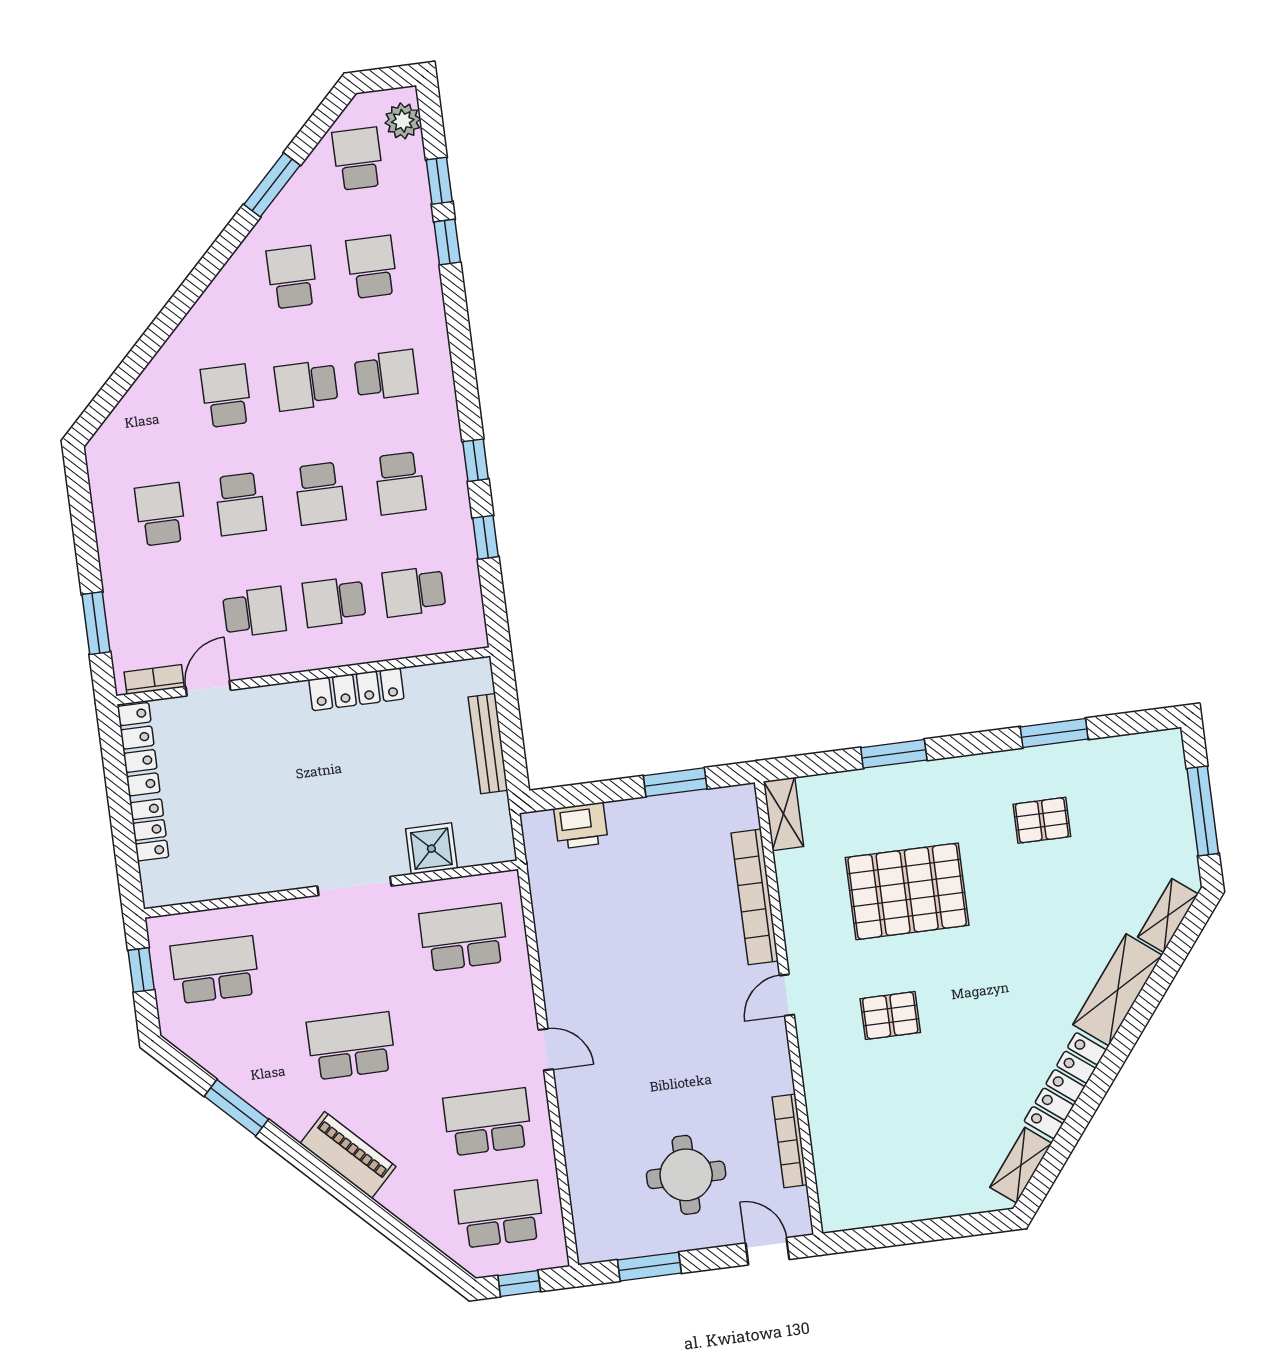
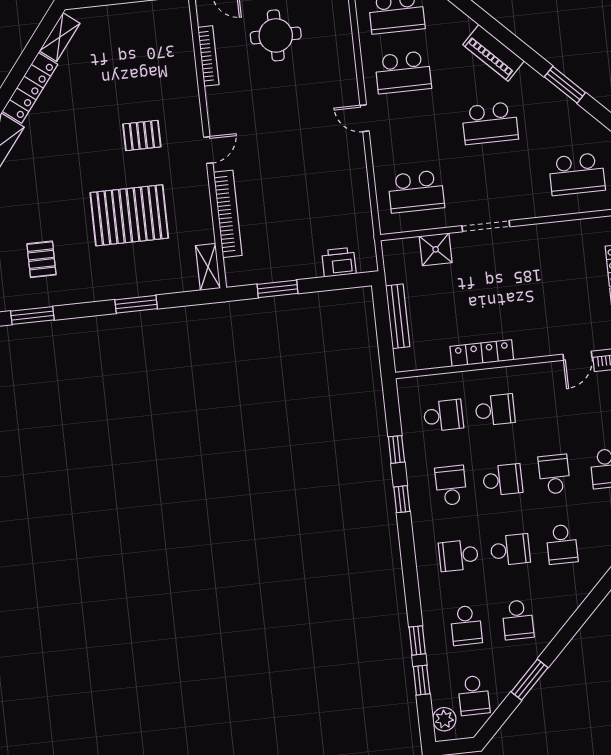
school desk: (320, 494) -> (503, 480), turned 90
school desk: (254, 612) -> (547, 404), removed
pallet: (1042, 820) -> (41, 259), turned 90

